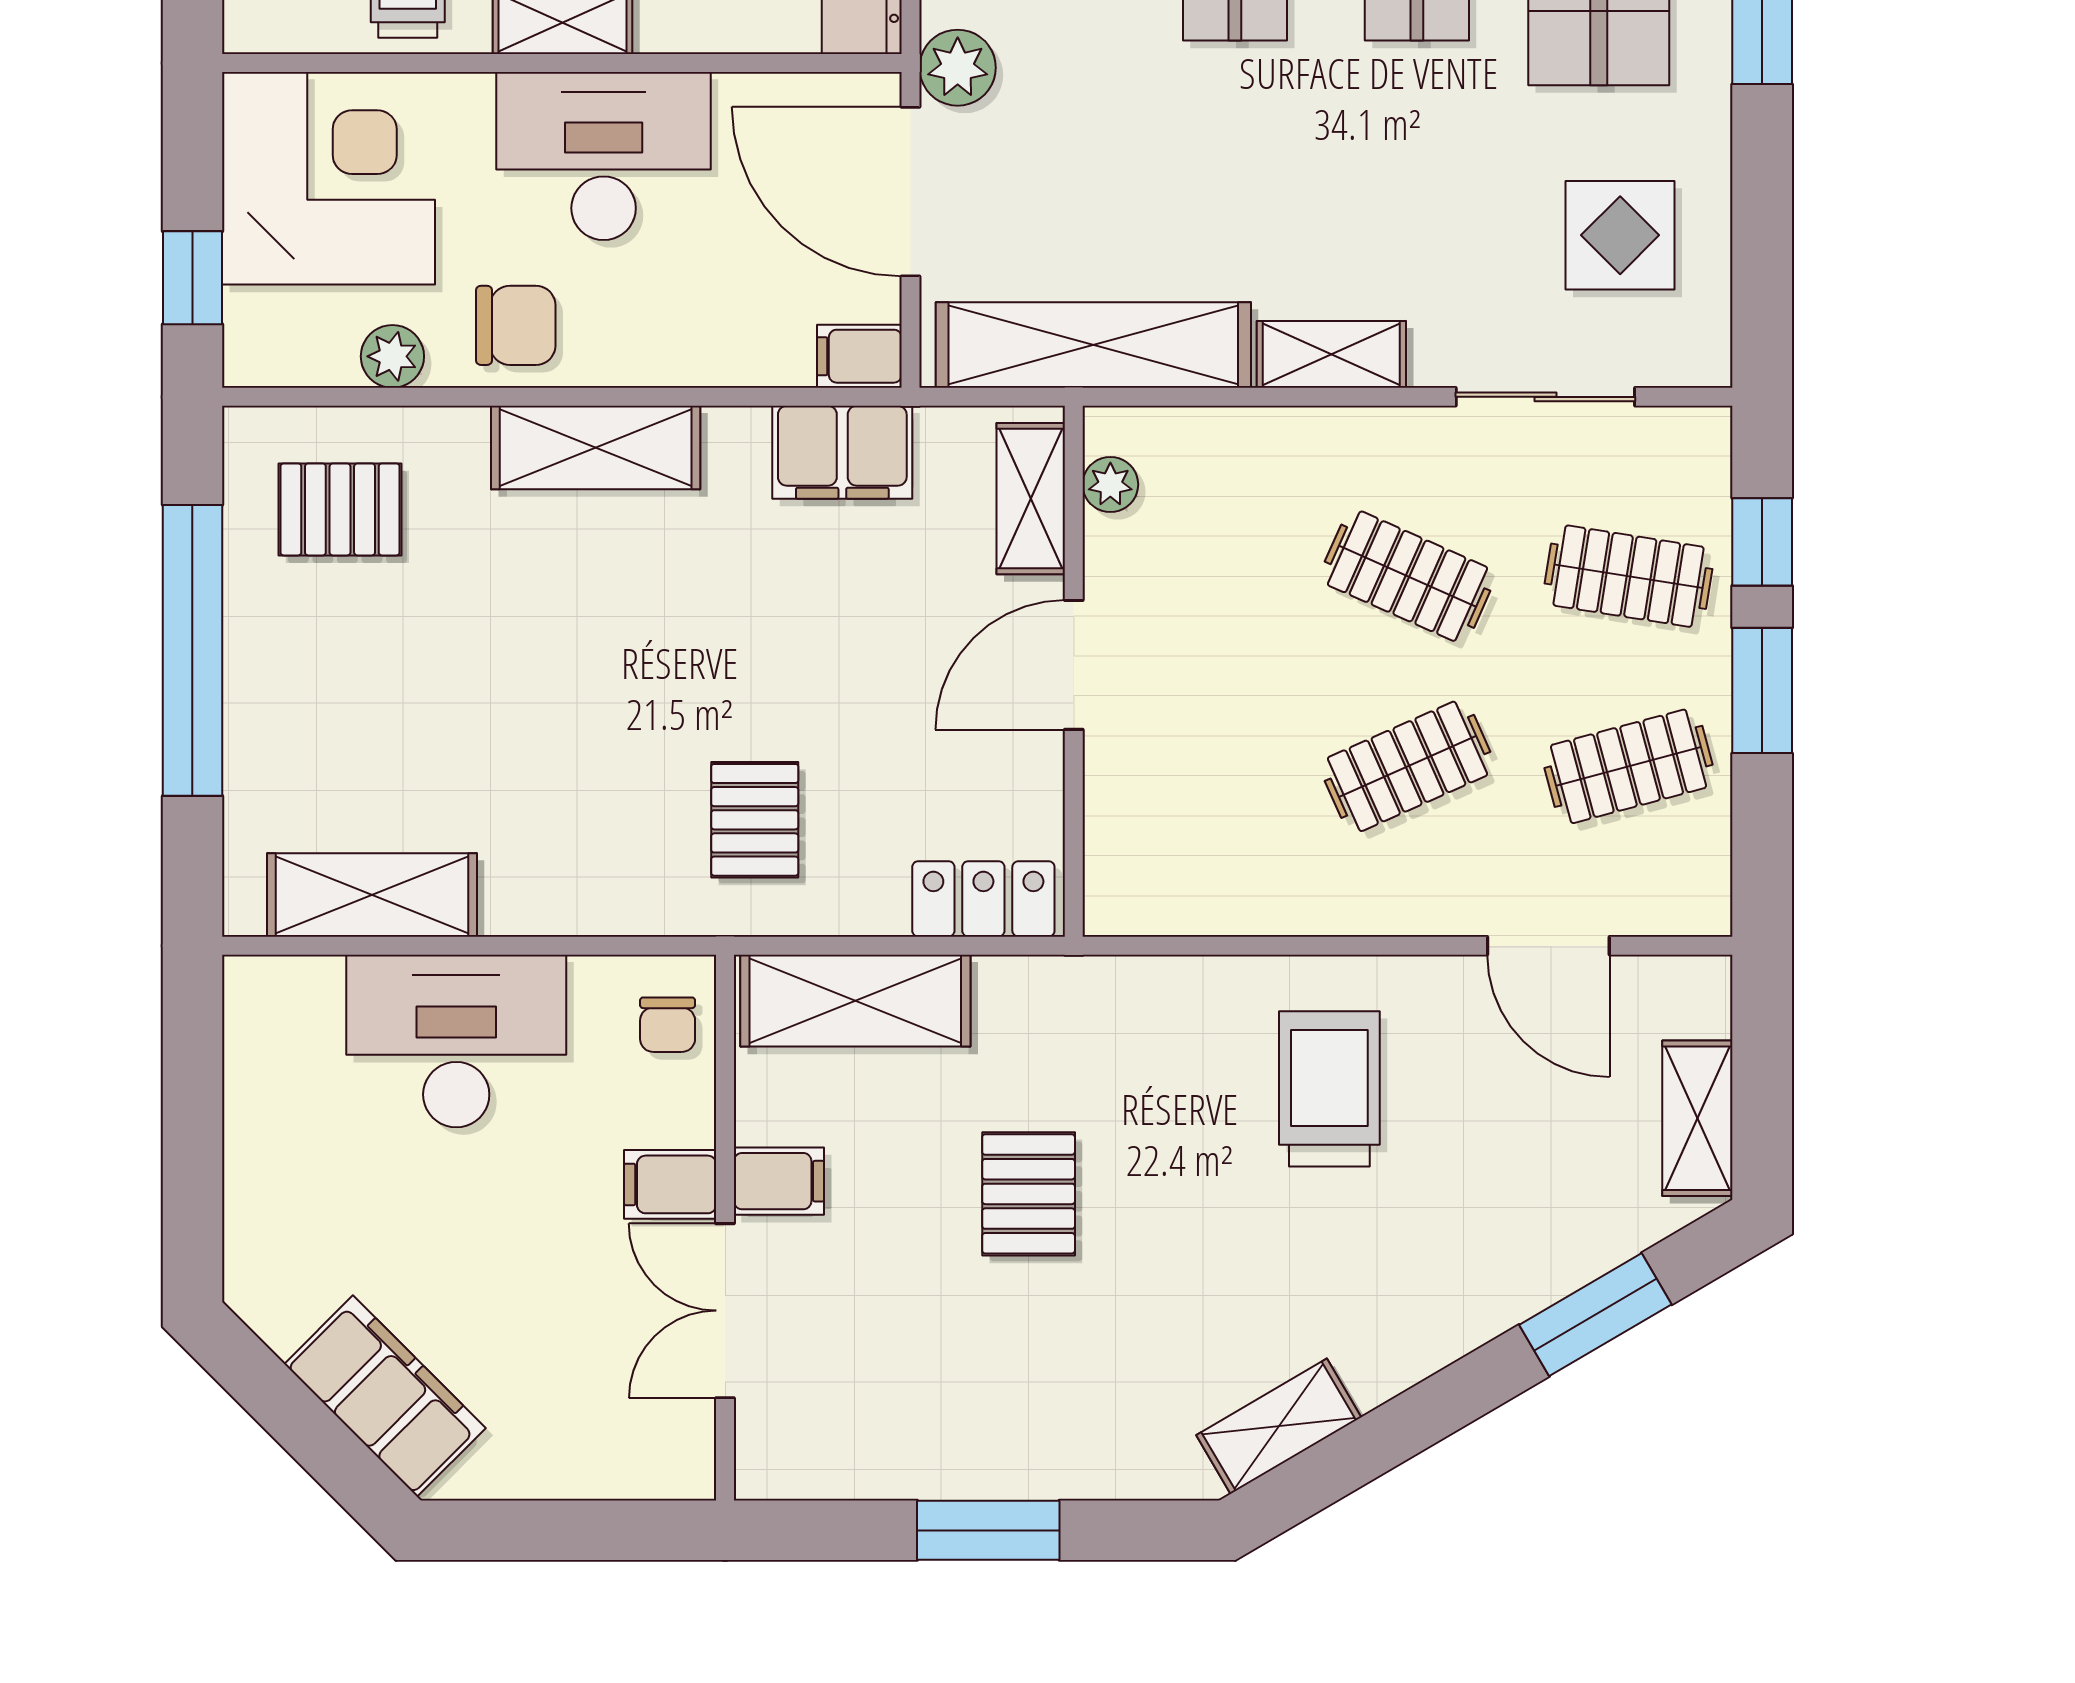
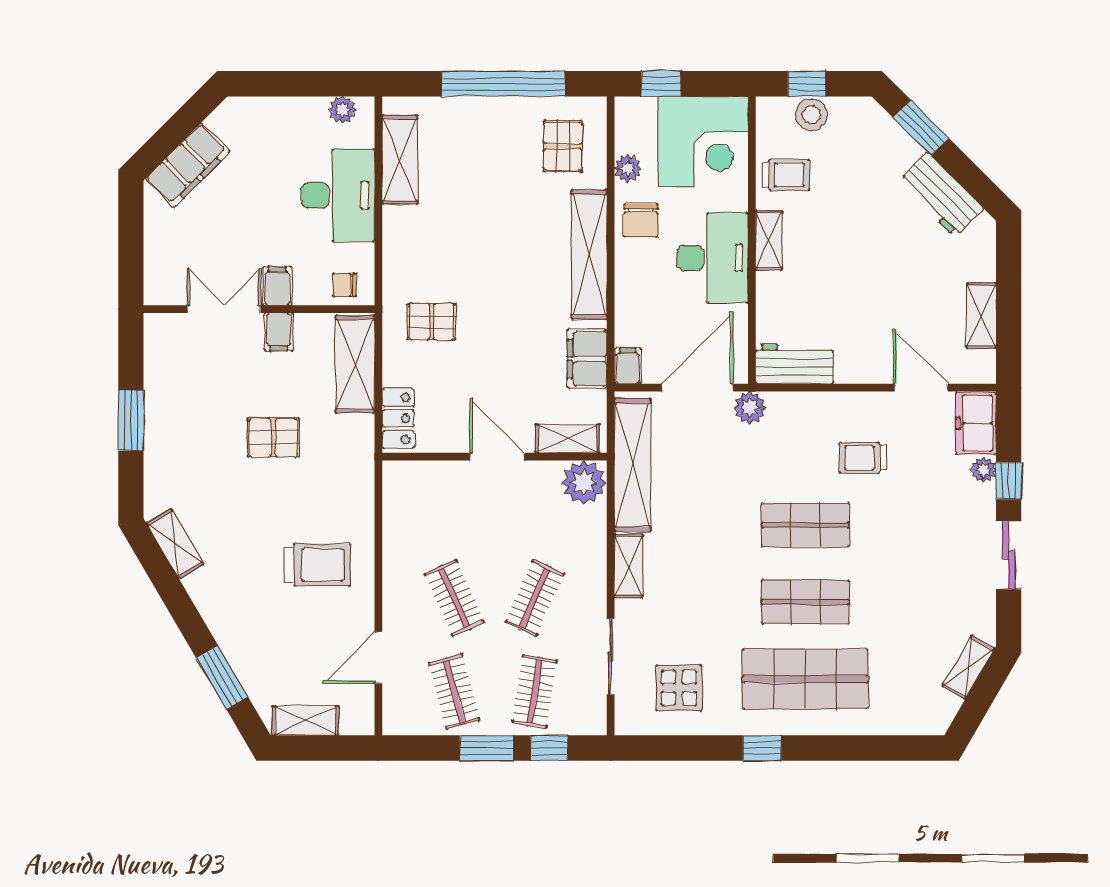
shelving: (596, 447) -> (589, 254), width x1.47
plant: (1110, 484) -> (584, 482), width x1.87, depth x1.87
plant: (254, 1030) -> (342, 110), added

